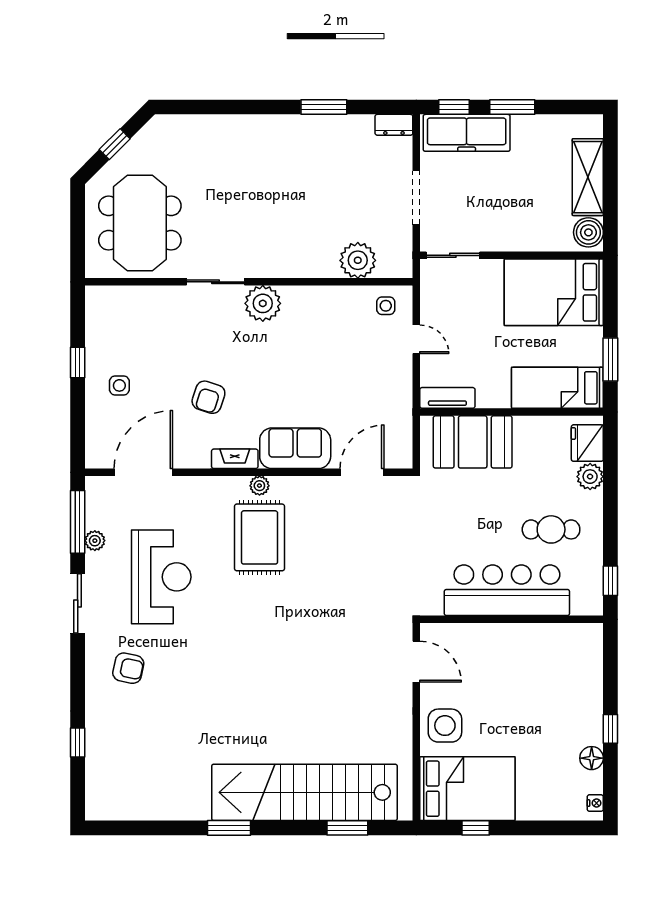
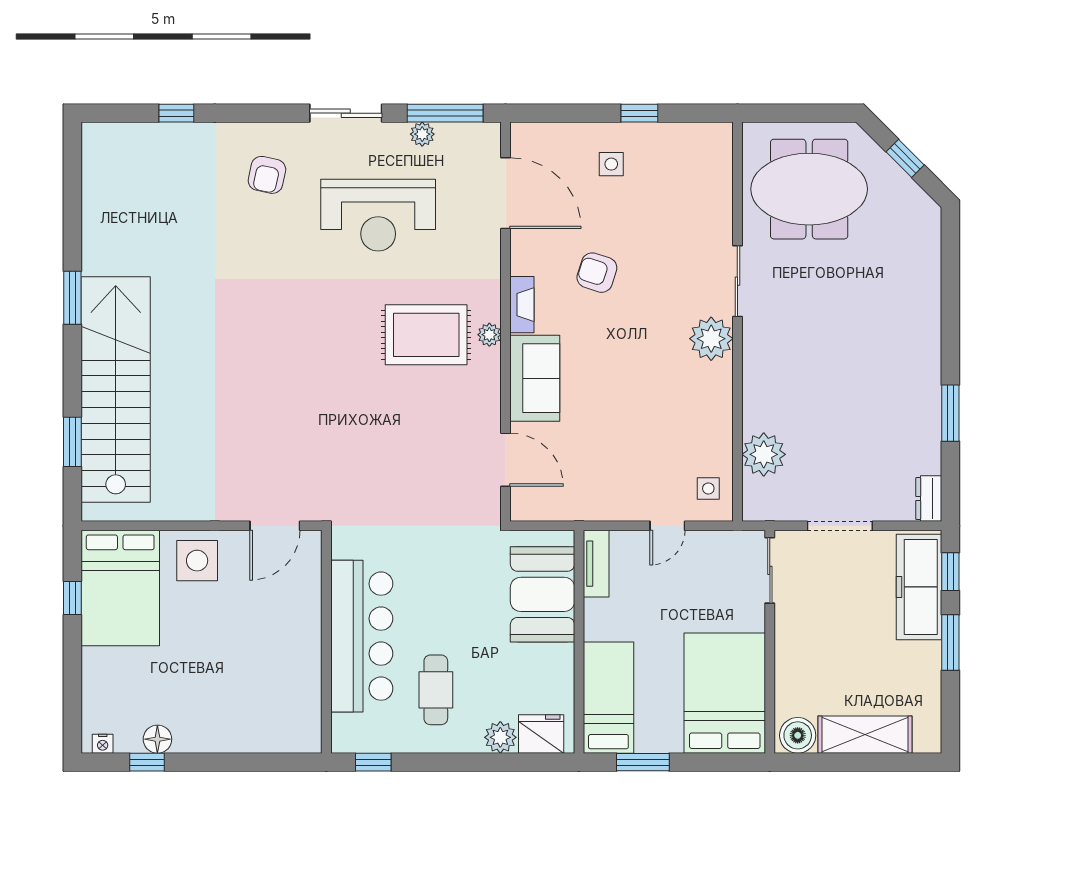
window: (610, 729) -> (147, 762), moved

